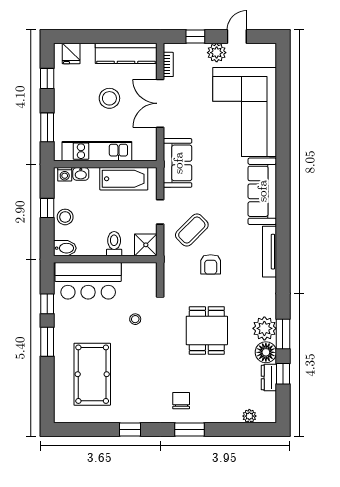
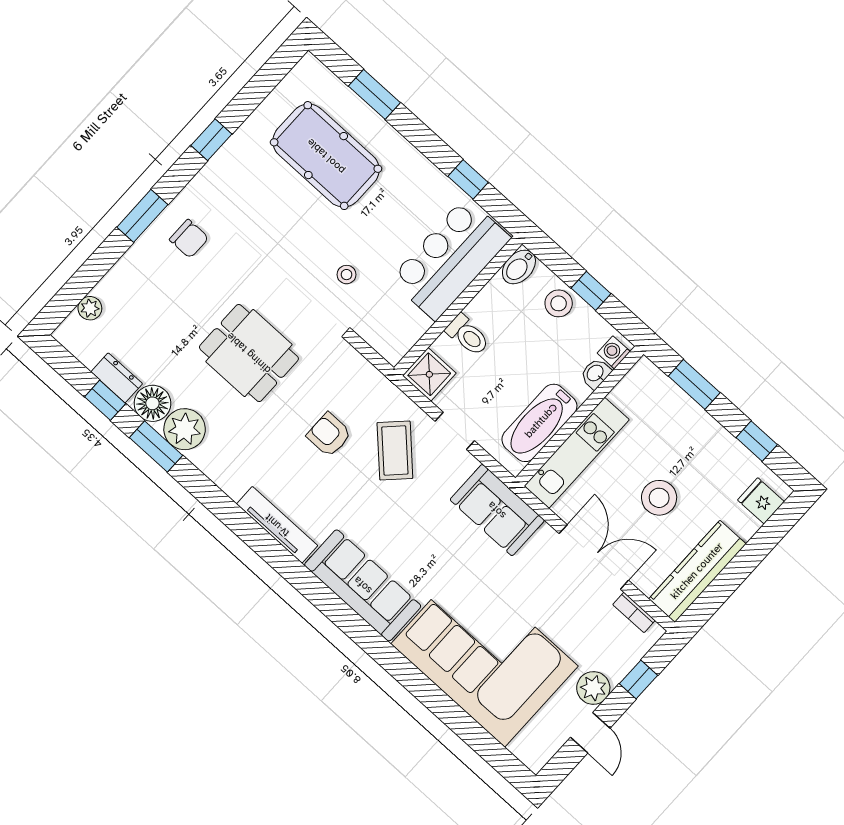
kitchen unit: (97, 151) -> (577, 453), moved
window: (47, 342) -> (374, 94), moved

